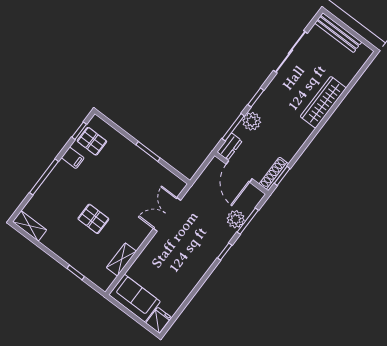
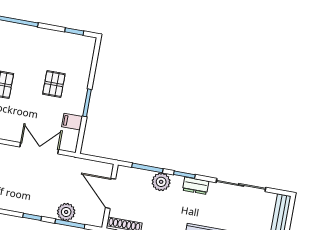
pallet: (92, 141) -> (54, 84), moved
dresser: (230, 146) -> (196, 186), moved
filing cabinet: (73, 158) -> (72, 122), moved, turned 90
door: (239, 171) -> (111, 193), hinge flipped

